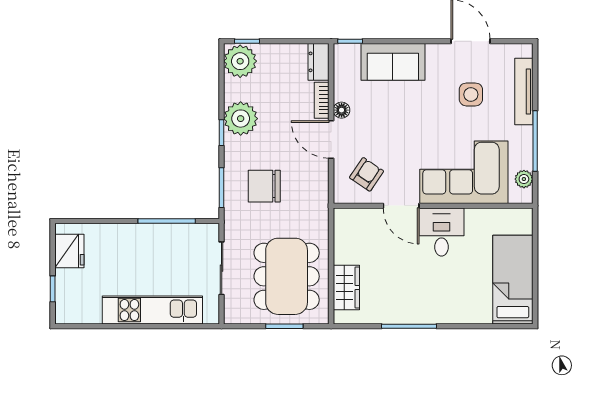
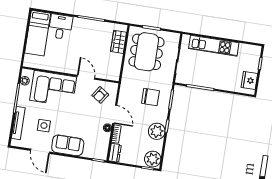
sofa: (393, 62) -> (68, 145), moved
desk: (441, 232) -> (60, 27), moved, turned 180

